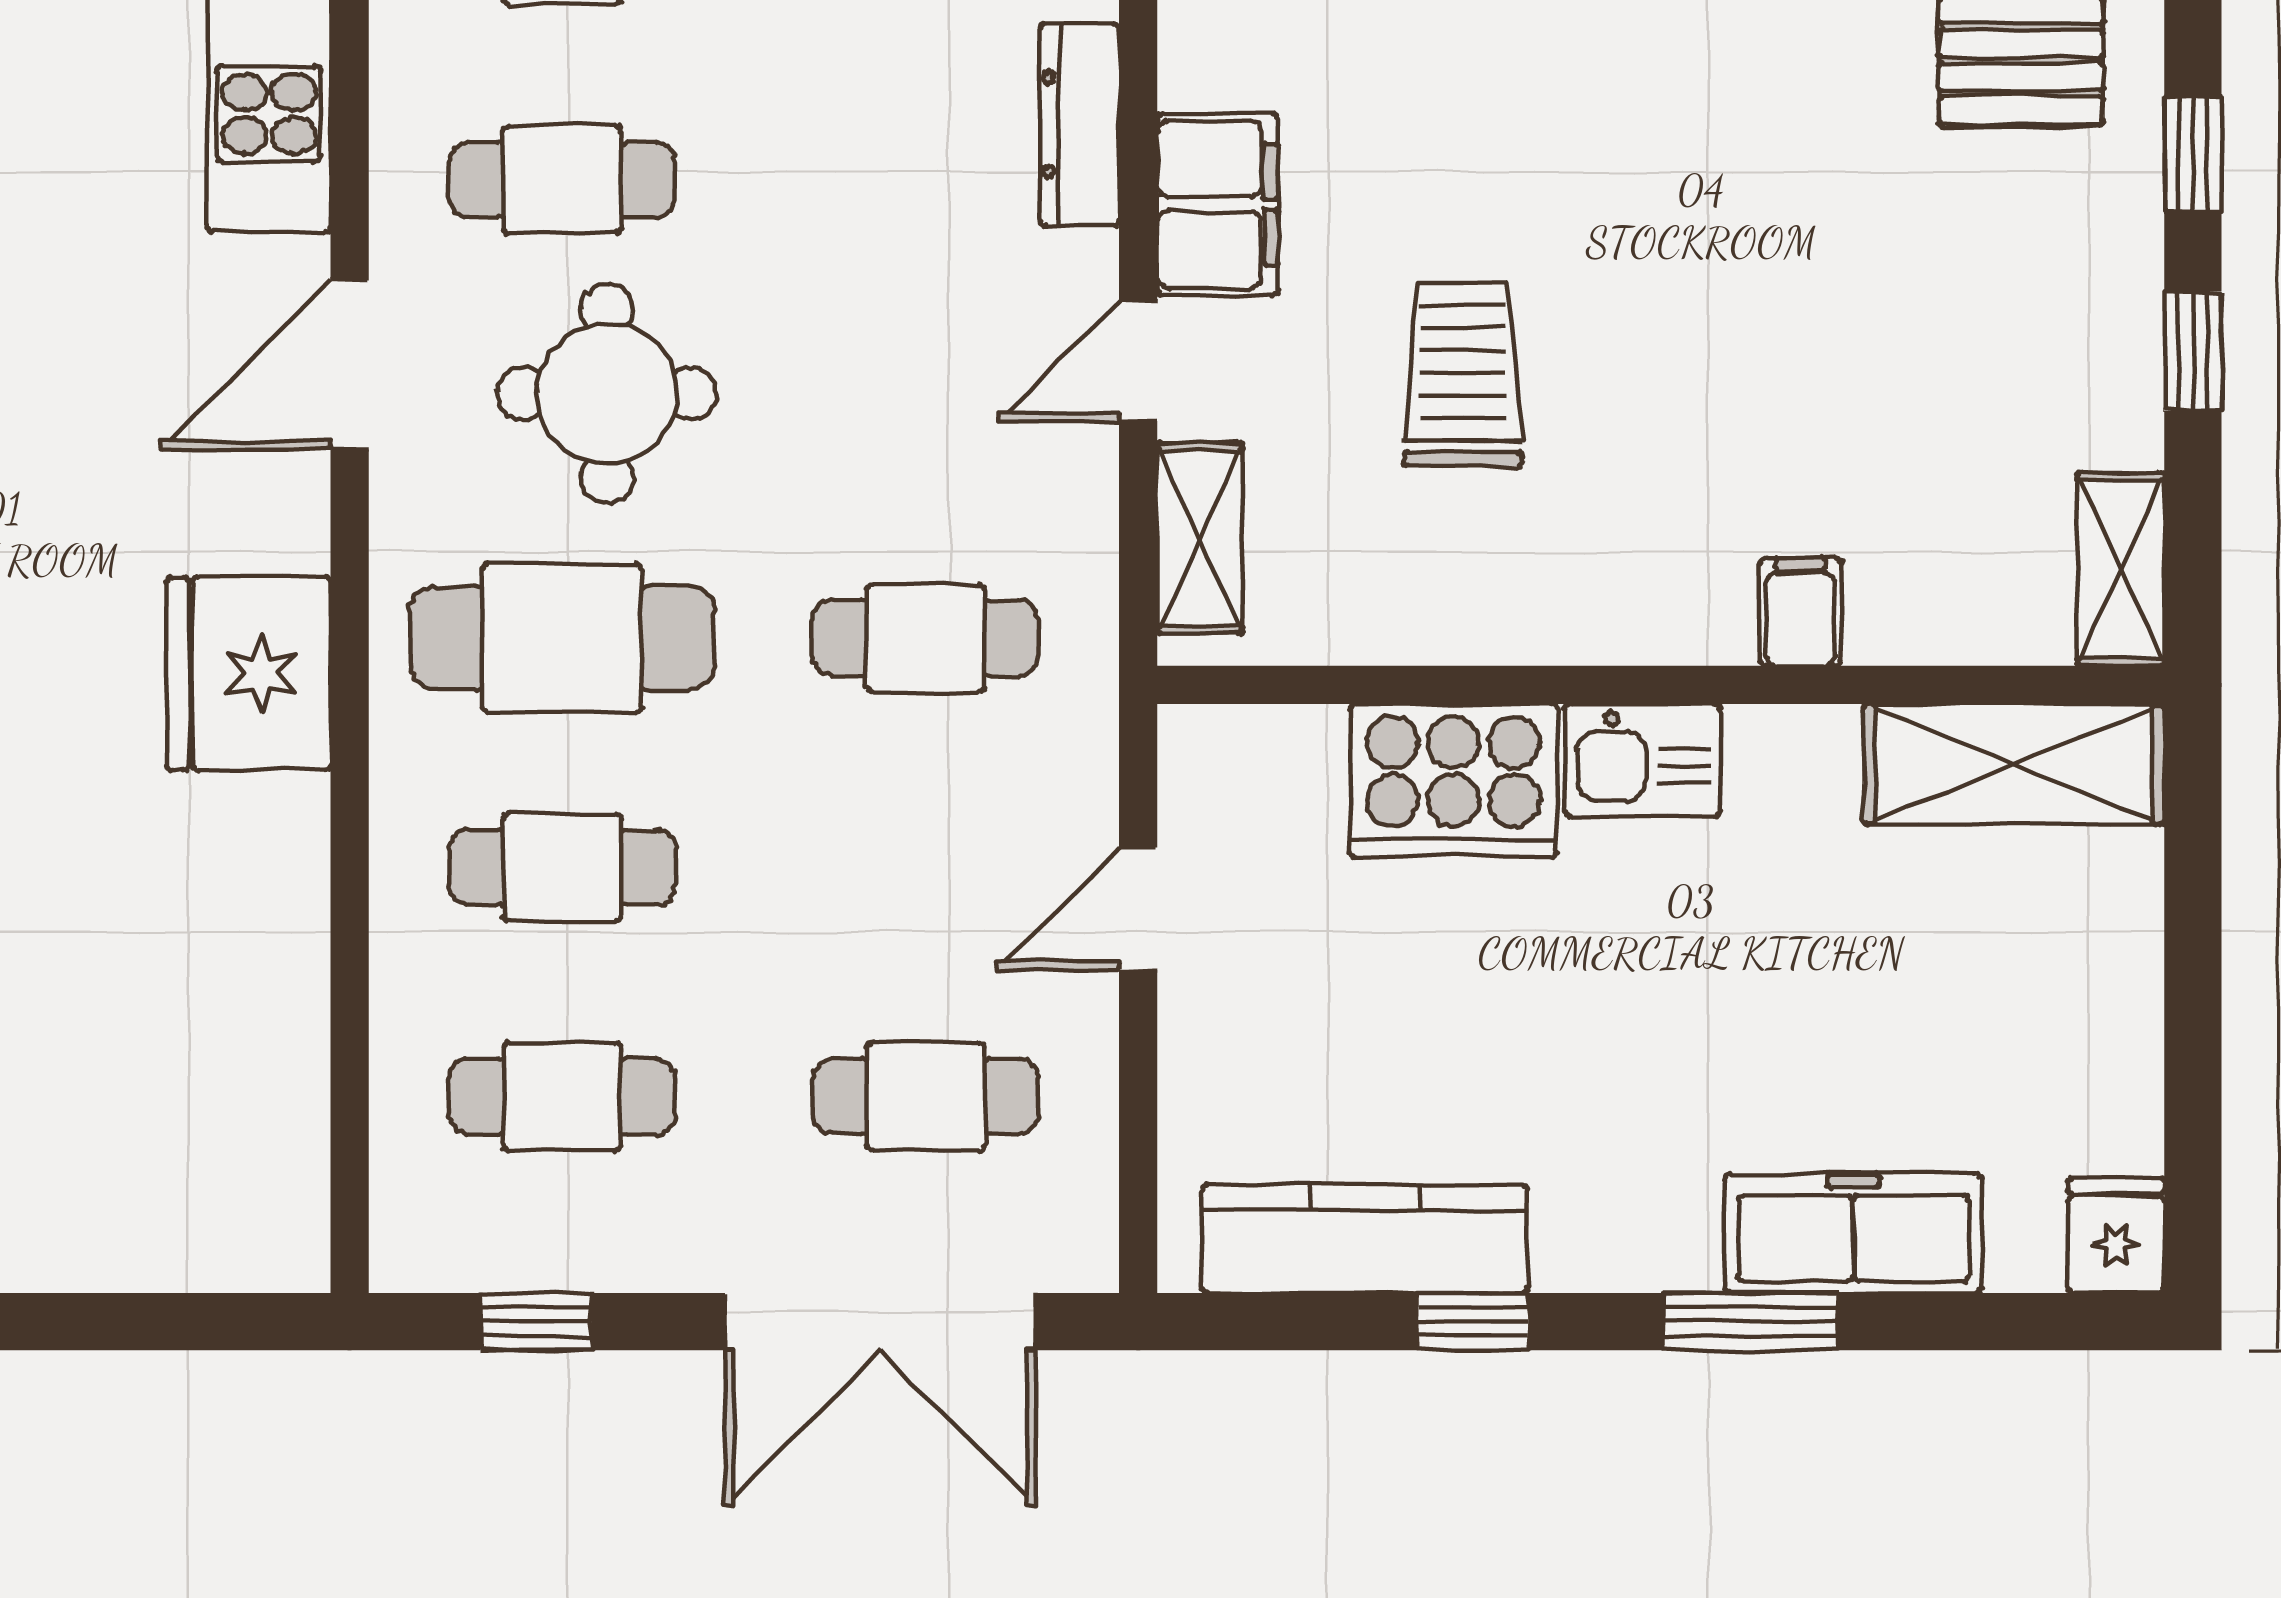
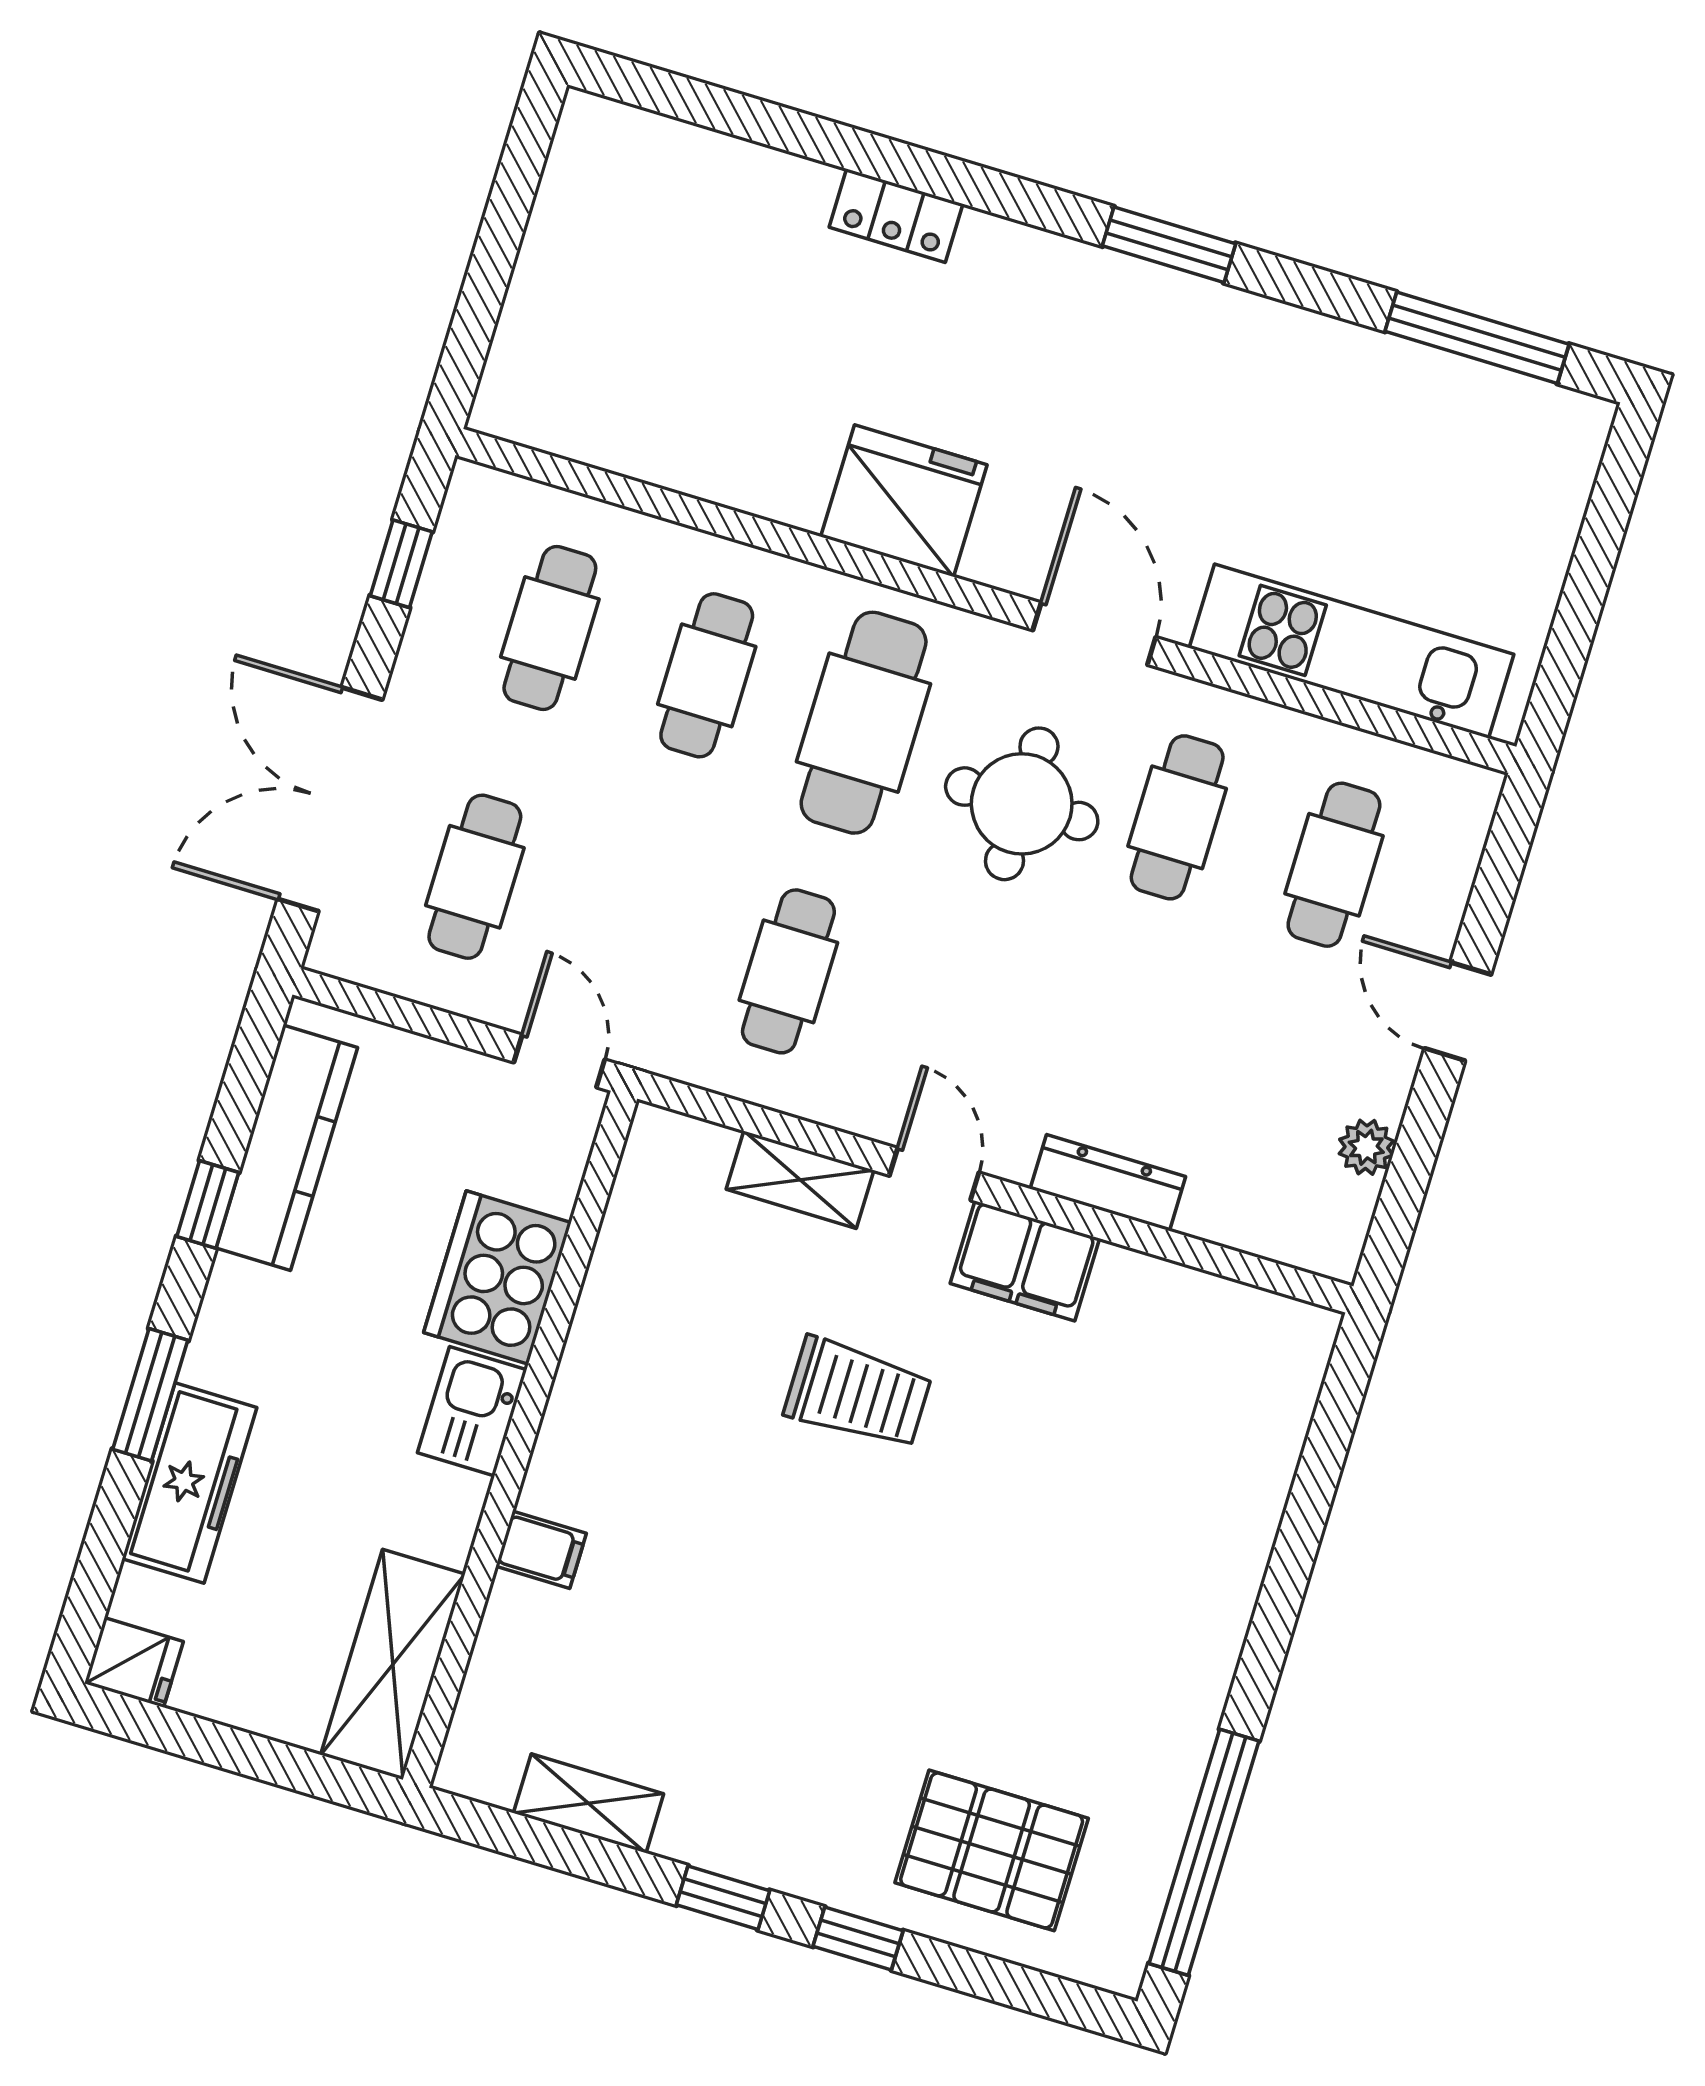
filing cabinet: (1800, 612) -> (541, 1550), moved
wall: (1661, 685) -> (520, 1439), moved
kitchen sink: (1643, 760) -> (472, 1411), moved
shelving: (2014, 764) -> (393, 1664), moved
cooker: (1453, 781) -> (497, 1278), moved

